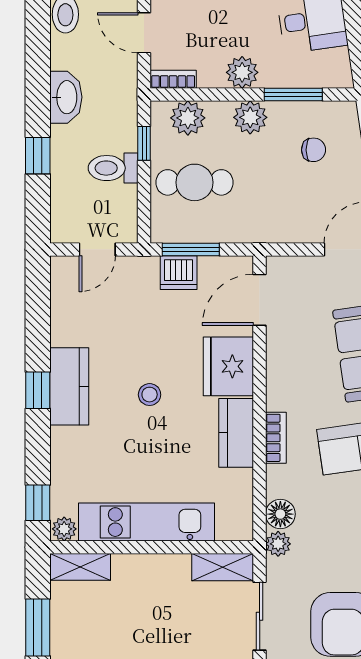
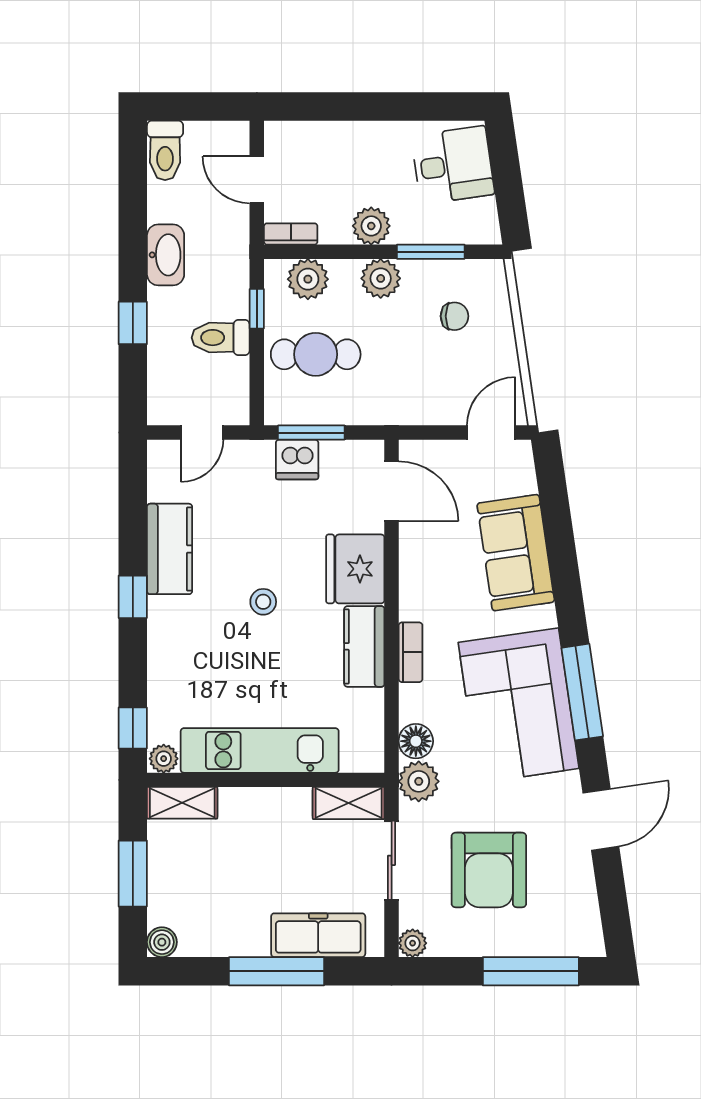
door: (260, 300) -> (392, 491), swing flipped
kitchen counter: (69, 386) -> (170, 549), moved
plant: (278, 544) -> (419, 781), width x1.38, depth x1.38

